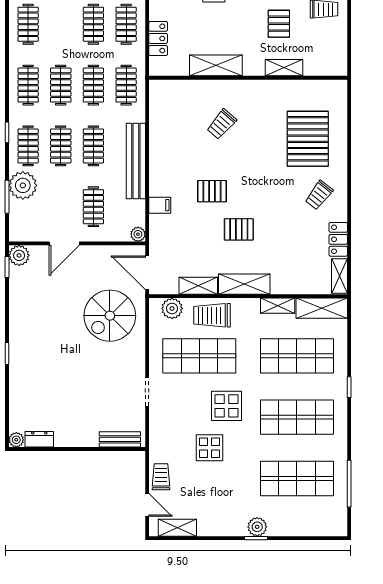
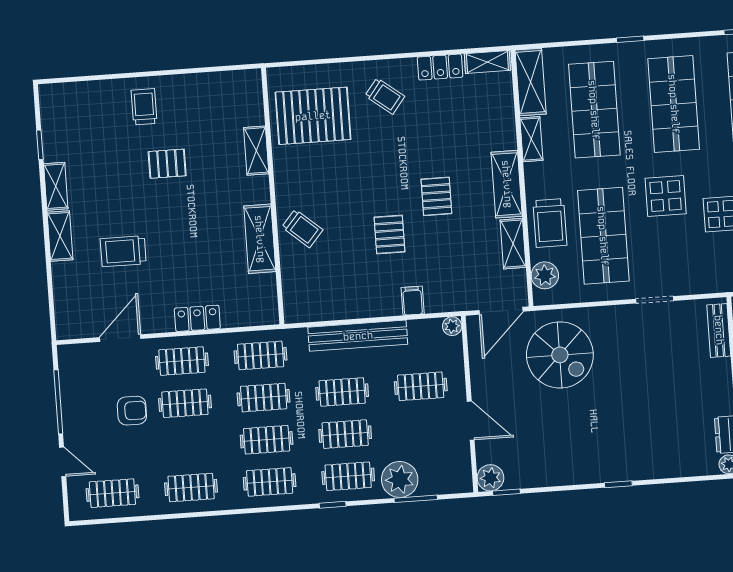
shelving: (216, 65) -> (260, 239), moved
shelving: (284, 68) -> (256, 151), moved
wall: (248, 78) -> (273, 196), moved

